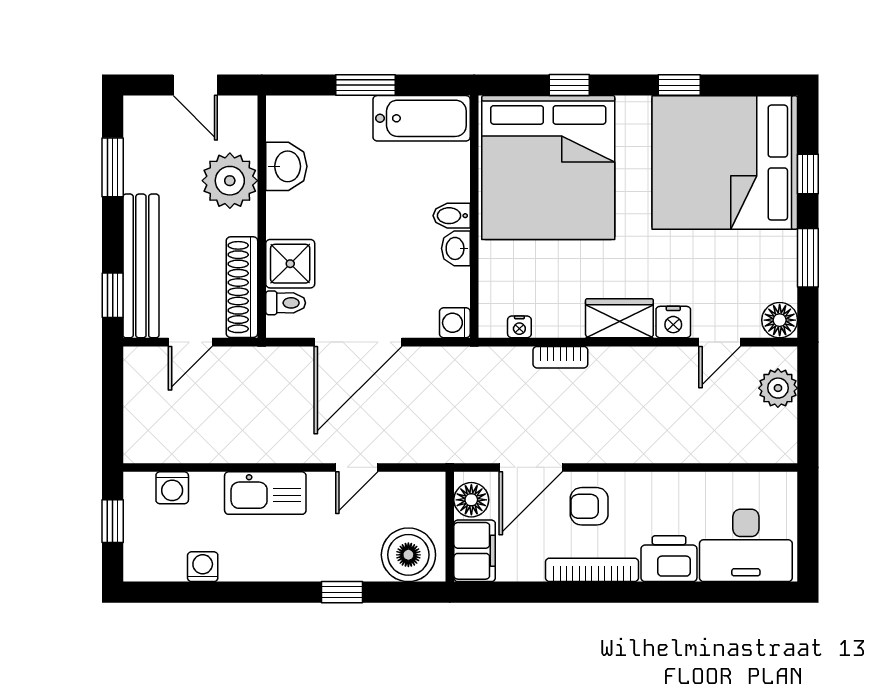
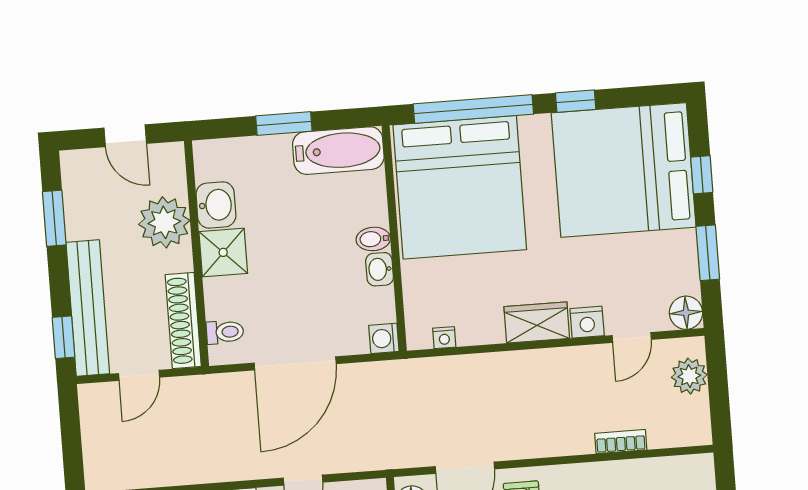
window: (569, 85) -> (473, 109), width x3.17
shower: (290, 264) -> (223, 252), moved
bookcase: (560, 357) -> (621, 442), moved, turned 180

